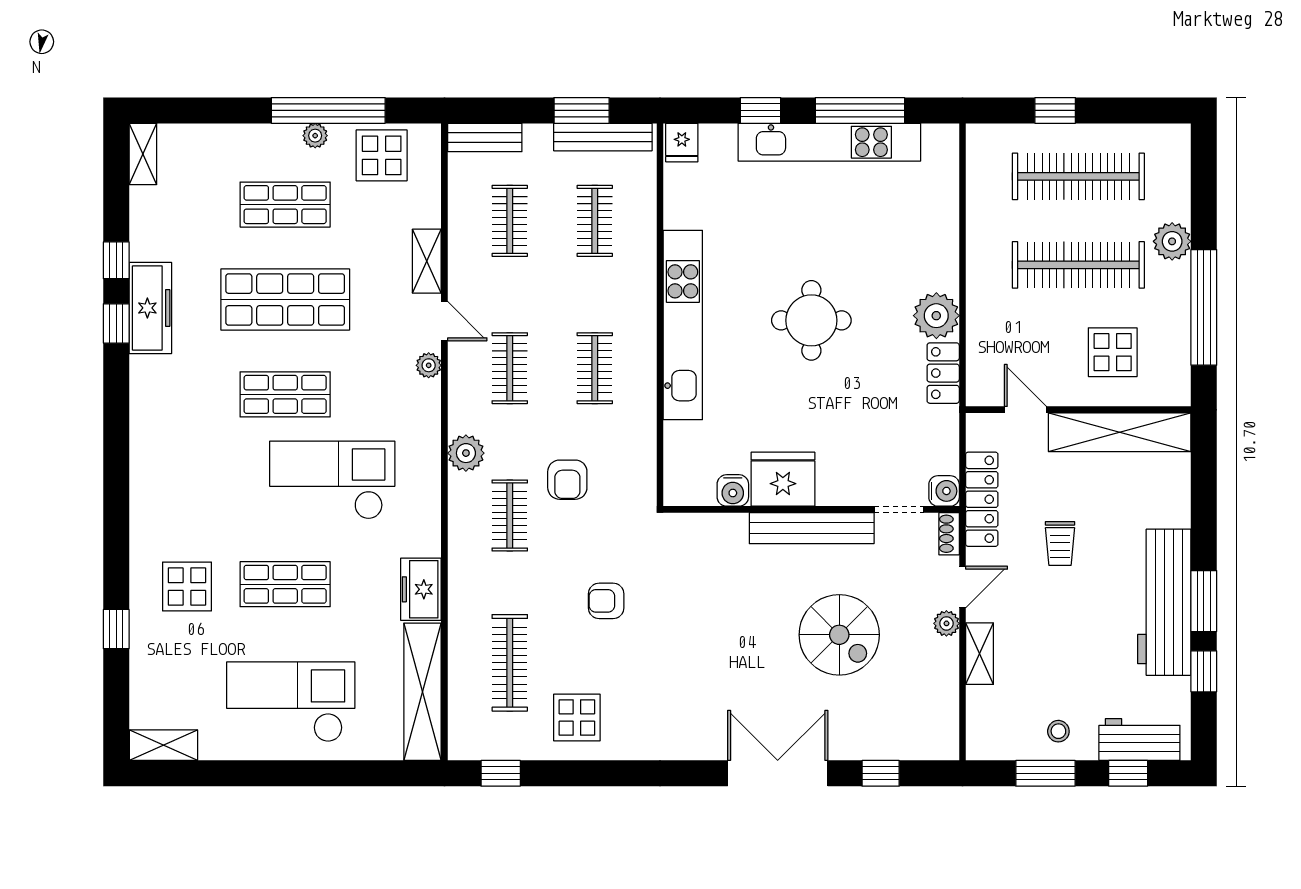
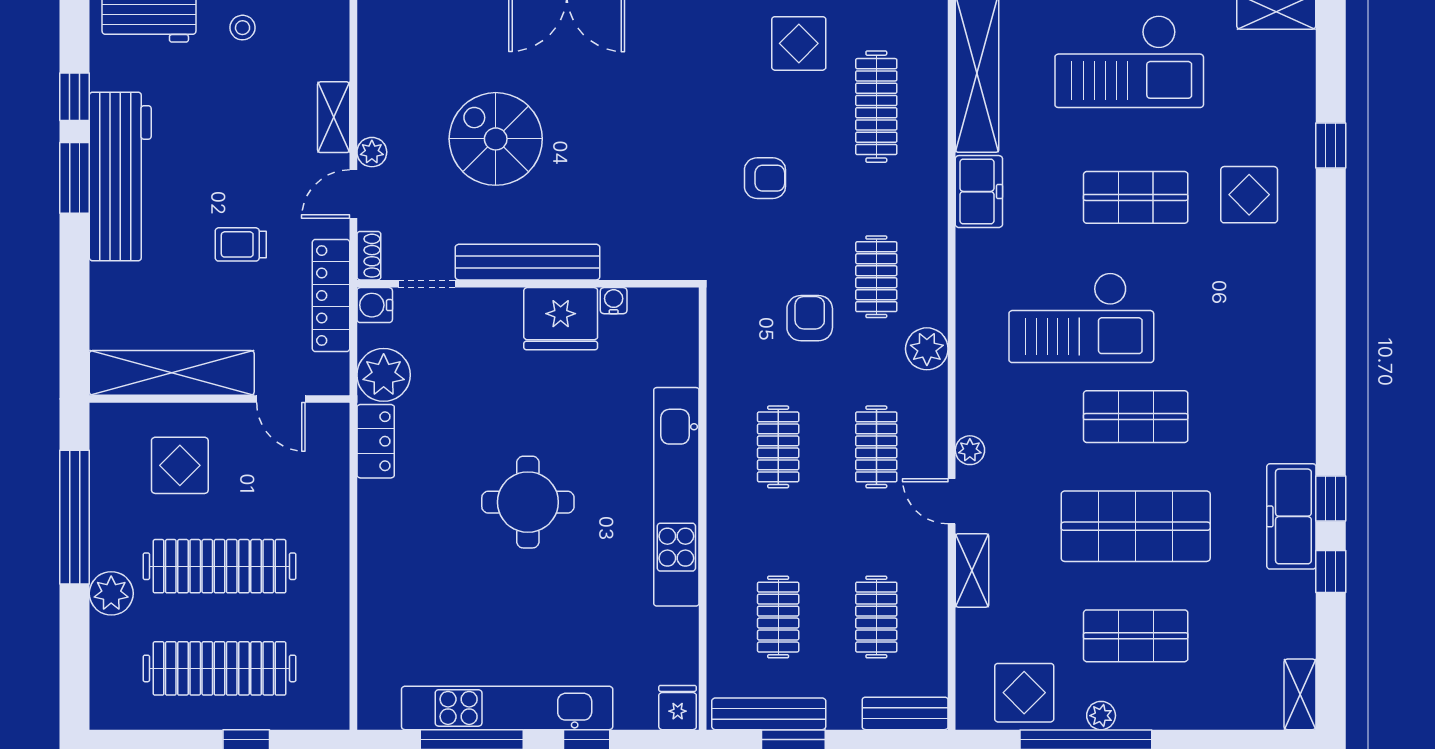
plant: (936, 316) -> (384, 375), moved
water cooler: (733, 490) -> (614, 301), width x0.72, depth x0.72
trolley: (1060, 543) -> (241, 244), turned -90

